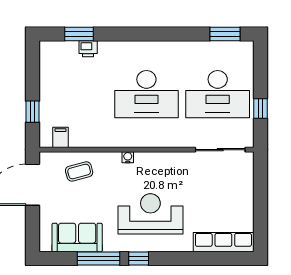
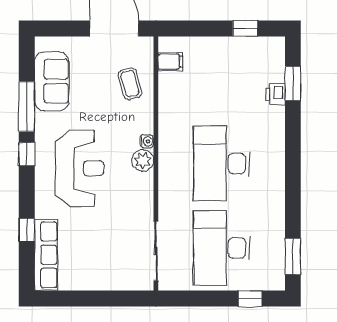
window: (260, 108) -> (250, 299), moved
window: (32, 112) -> (245, 28), moved
plant: (144, 161) -> (143, 160), added
window: (202, 259) -> (27, 230), added

